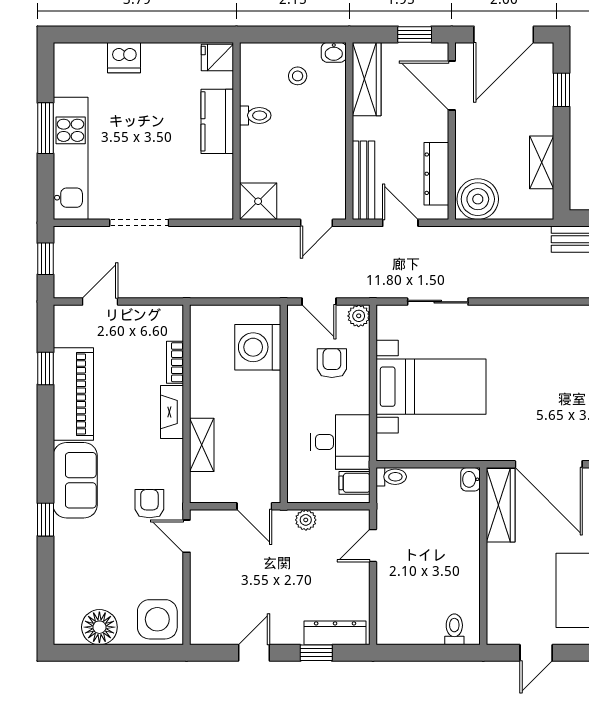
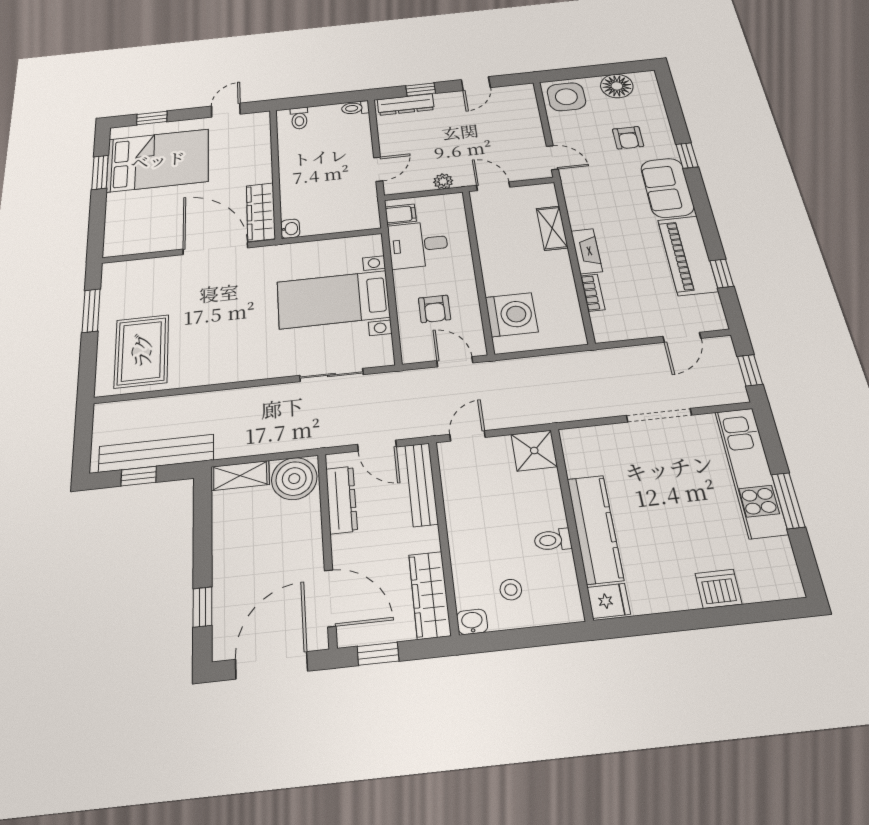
kitchen counter: (217, 121) -> (595, 529), width x1.50
shelving: (542, 162) -> (240, 476), moved, turned 90
plant: (359, 316) -> (412, 353), removed
toilet: (391, 477) -> (355, 108), moved
armchair: (149, 504) -> (628, 138), moved

